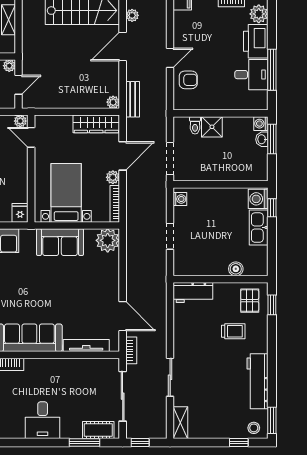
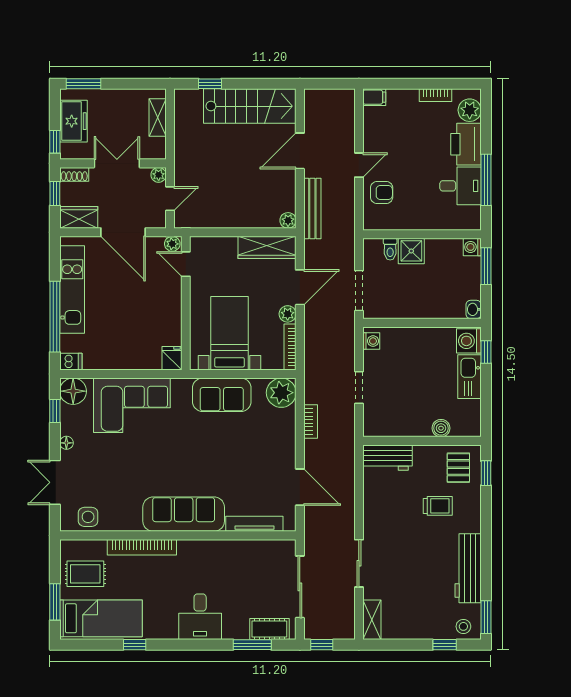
plant: (132, 15) -> (312, 112), removed
bench: (133, 99) -> (312, 209), width x1.36
washbasin: (262, 139) -> (474, 309), moved
bookcase: (131, 350) -> (311, 421), moved

